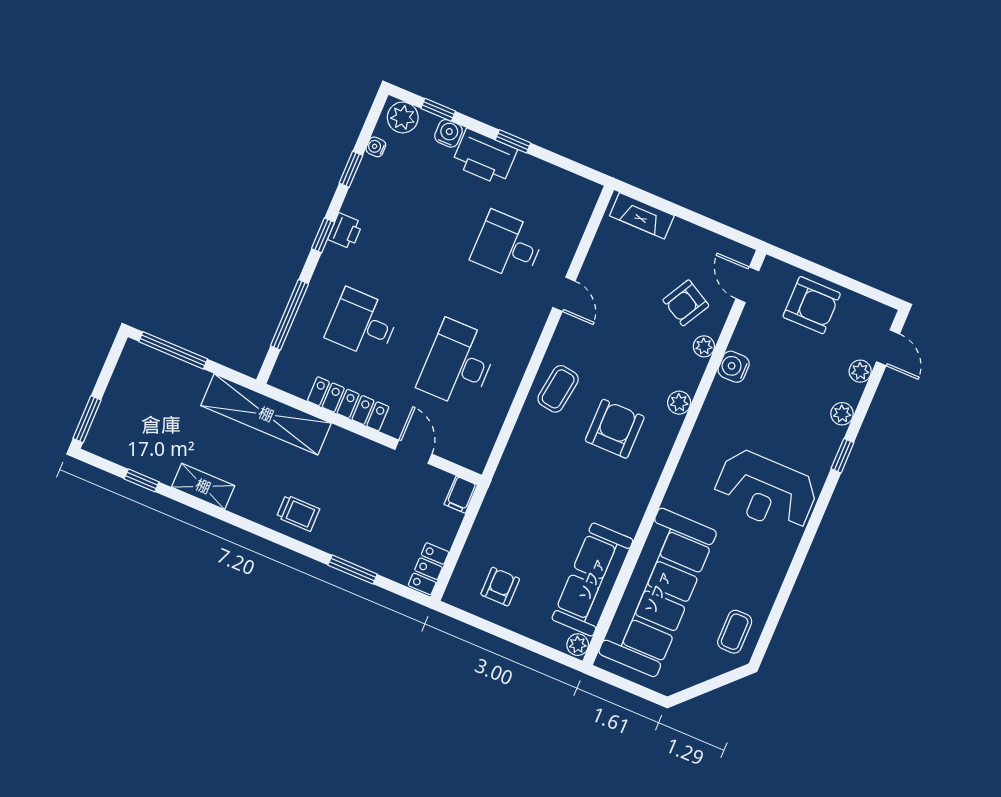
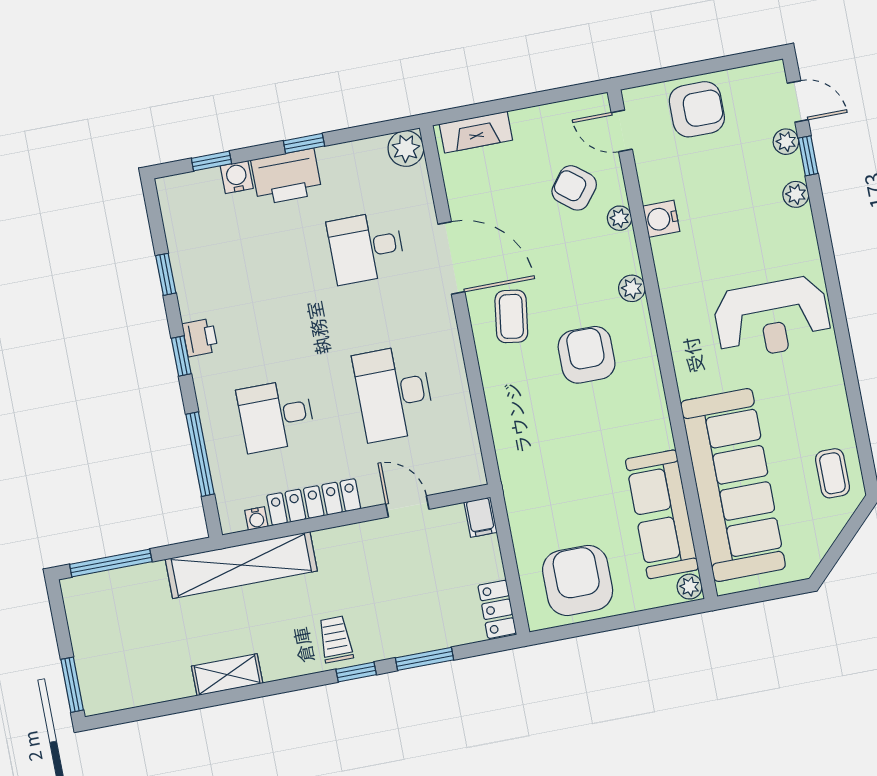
plant: (403, 117) -> (406, 149), moved
water cooler: (376, 147) -> (256, 518), moved, turned -90
door: (564, 294) -> (451, 258), width x1.88
armchair: (686, 303) -> (574, 188), turned 99
coffee table: (558, 389) -> (511, 316), moved
window: (842, 456) -> (808, 156), moved
window: (142, 480) -> (356, 672), moved
trolley: (298, 513) -> (336, 639), turned -90
armchair: (500, 587) -> (578, 580), width x1.88, depth x1.88

